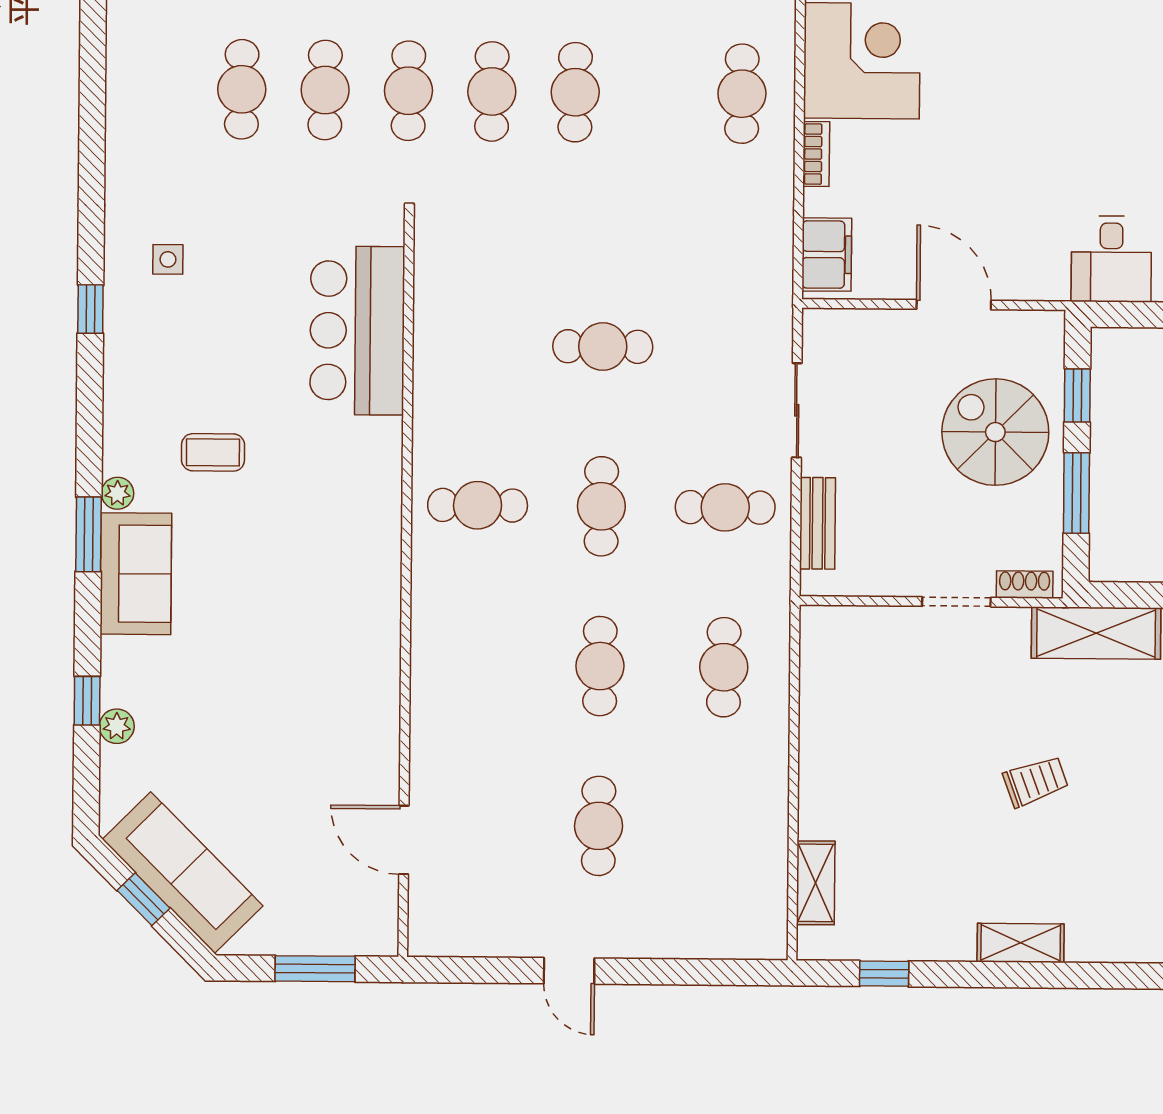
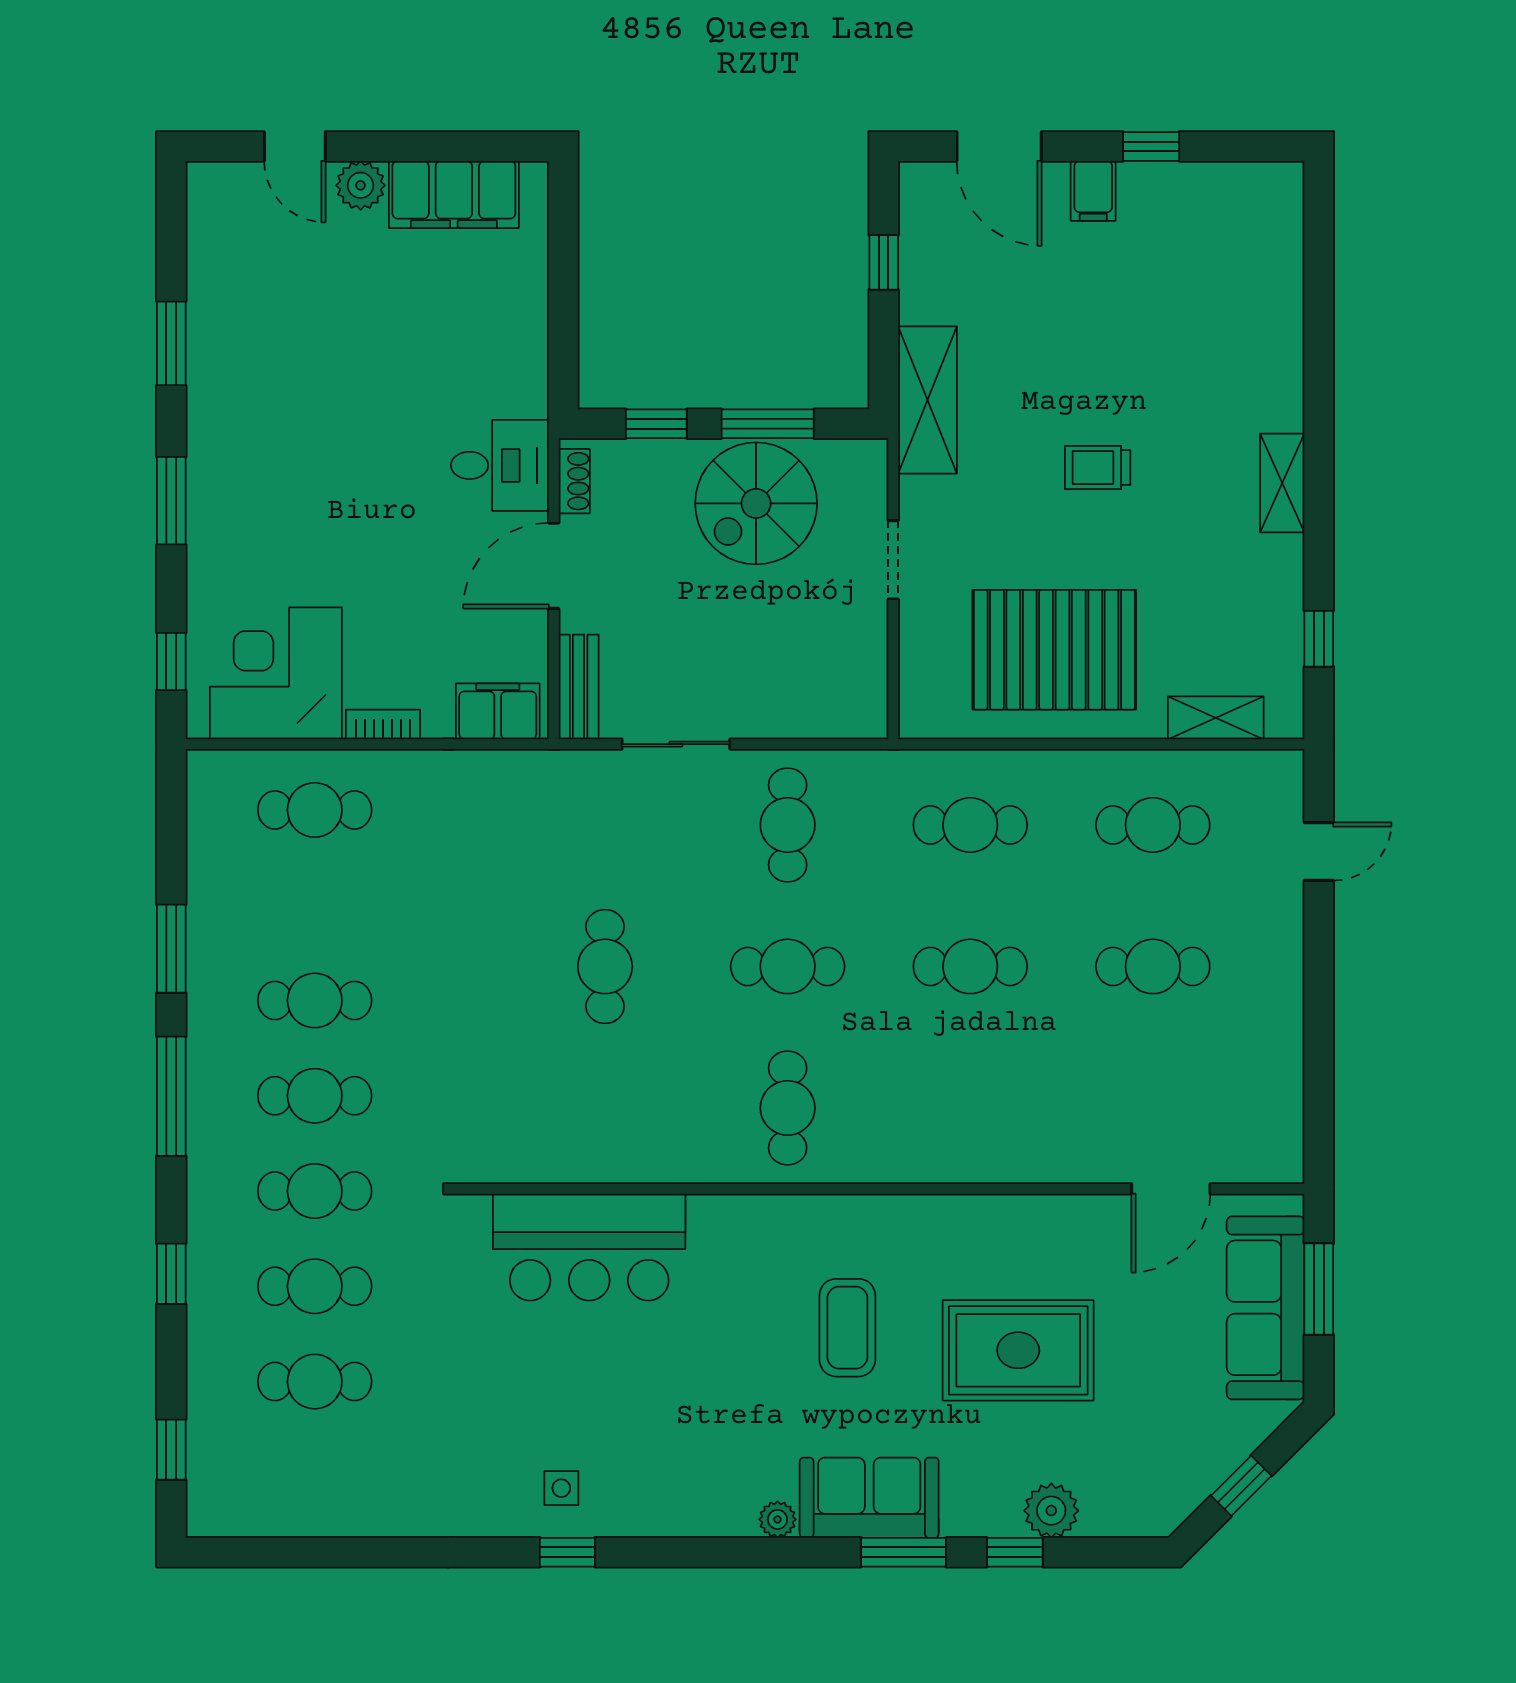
side table: (168, 259) -> (561, 1488), moved
desk: (1111, 259) -> (500, 465), moved
spiral stairs: (995, 432) -> (756, 503), moved
coffee table: (213, 452) -> (847, 1328), moved, width x1.36, depth x1.30
bench: (817, 523) -> (579, 687), moved, turned 90
window: (89, 534) -> (903, 1552), moved
shoe rack: (1025, 585) -> (574, 481), moved, turned 180
rug: (264, 705) -> (1018, 1350), added
plant: (117, 726) -> (1051, 1511), width x1.38, depth x1.38
pallet: (877, 742) -> (1054, 650), added
trolley: (1036, 781) -> (1098, 468), turned -70
cafe table: (722, 827) -> (1153, 825), added
sofa: (183, 873) -> (1266, 1308), moved, turned -45
door: (569, 971) -> (1319, 852), moved

